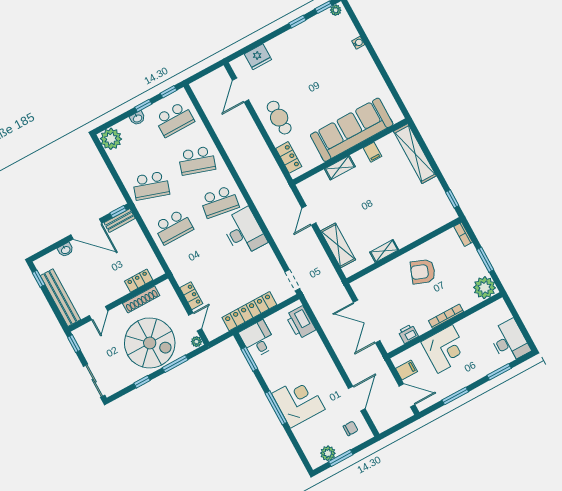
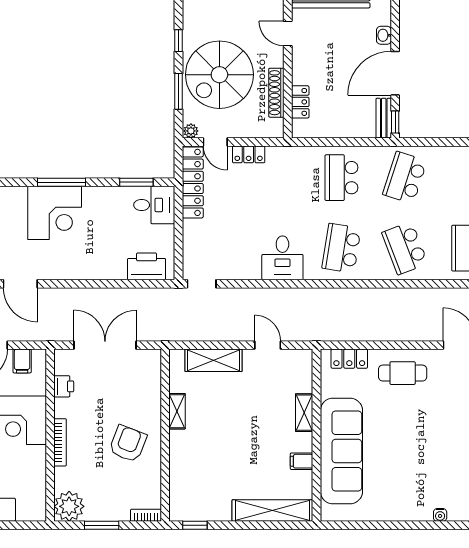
school desk: (197, 161) -> (405, 248), turned -39
desk: (244, 232) -> (282, 258), width x0.73
locker: (249, 311) -> (193, 182), moved

